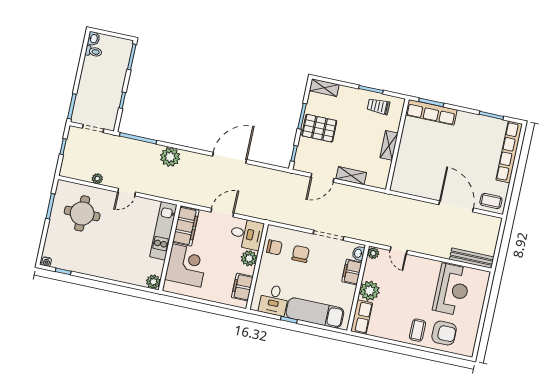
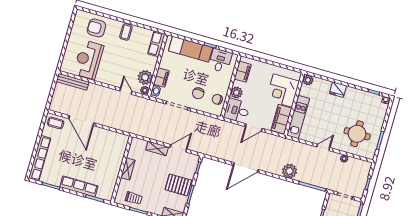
row of seats: (431, 112) -> (79, 186), moved
fridge: (112, 271) -> (338, 90), added
plant: (369, 291) -> (145, 77), moved
coffee table: (418, 330) -> (126, 32), moved

